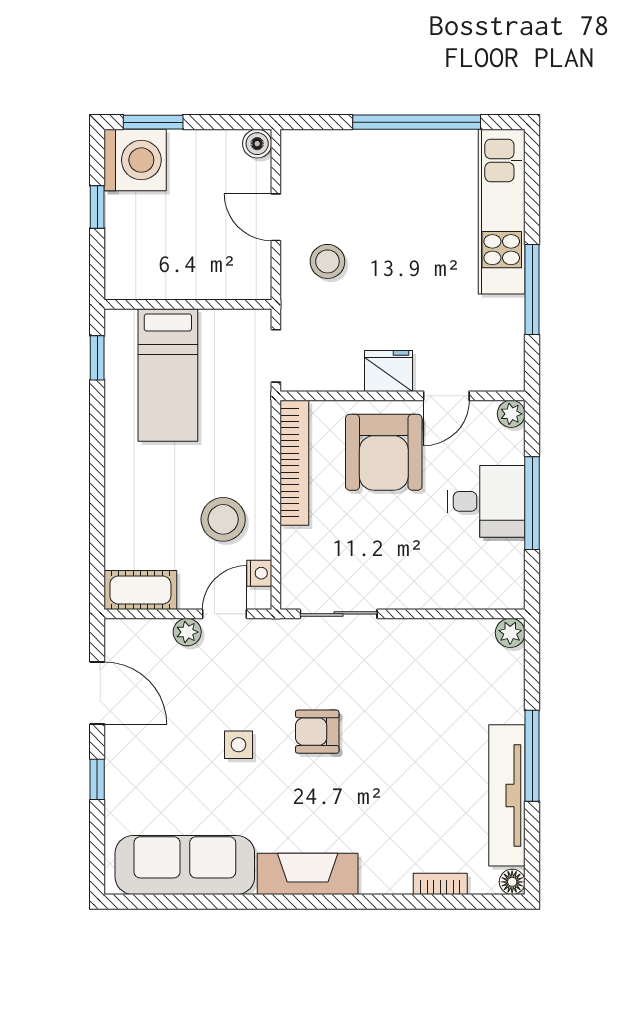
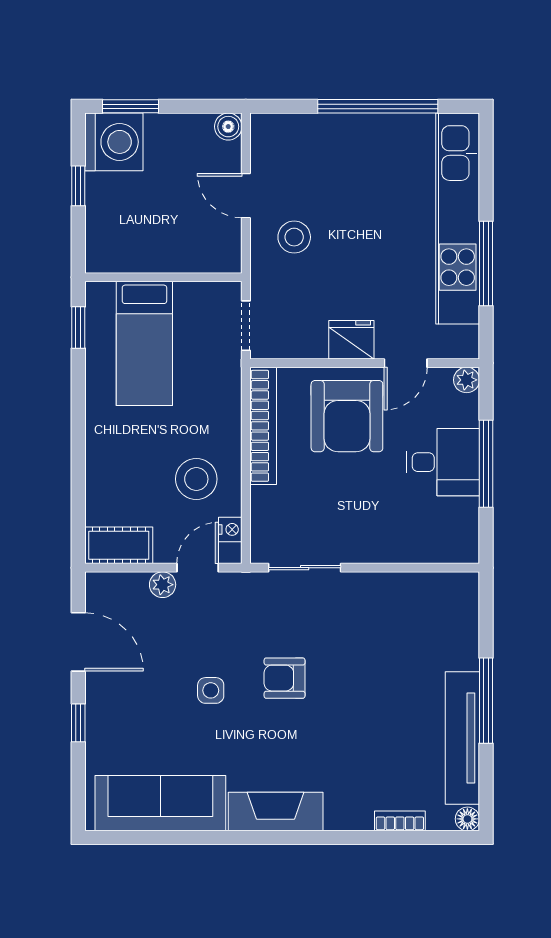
kitchen unit: (502, 212) -> (458, 219), width x1.36
plant: (510, 633) -> (466, 585), removed

